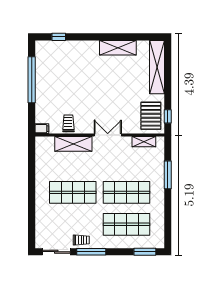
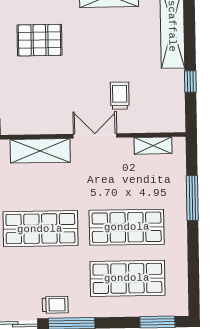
pallet: (151, 116) -> (40, 40), moved, turned 90
window: (168, 116) -> (190, 82), moved
trolley: (68, 123) -> (120, 96), moved

